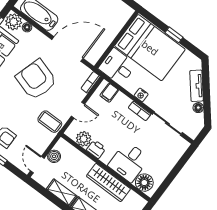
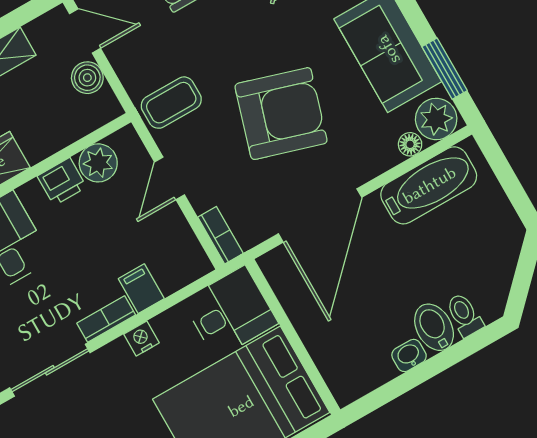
filing cabinet: (109, 93) -> (141, 289), moved

